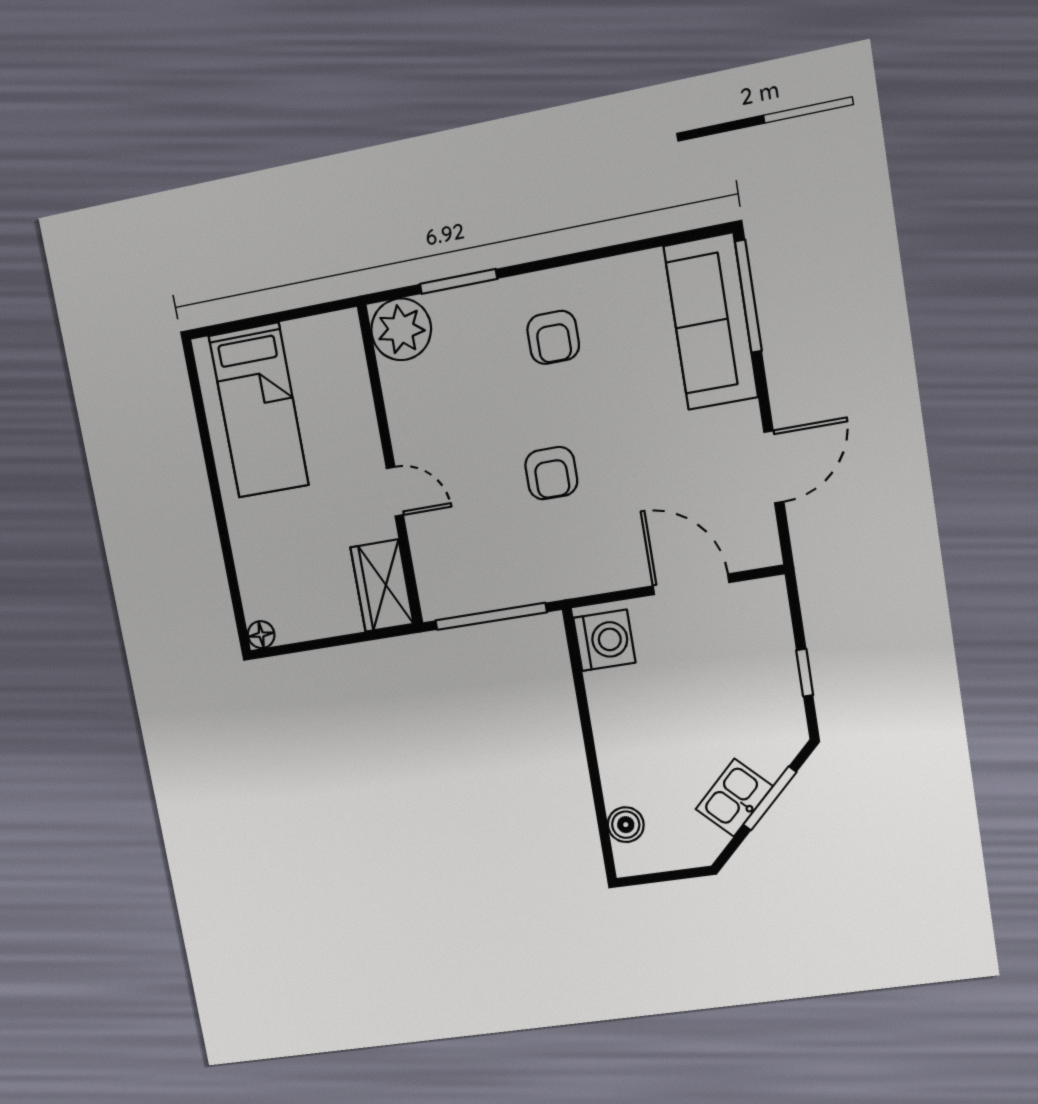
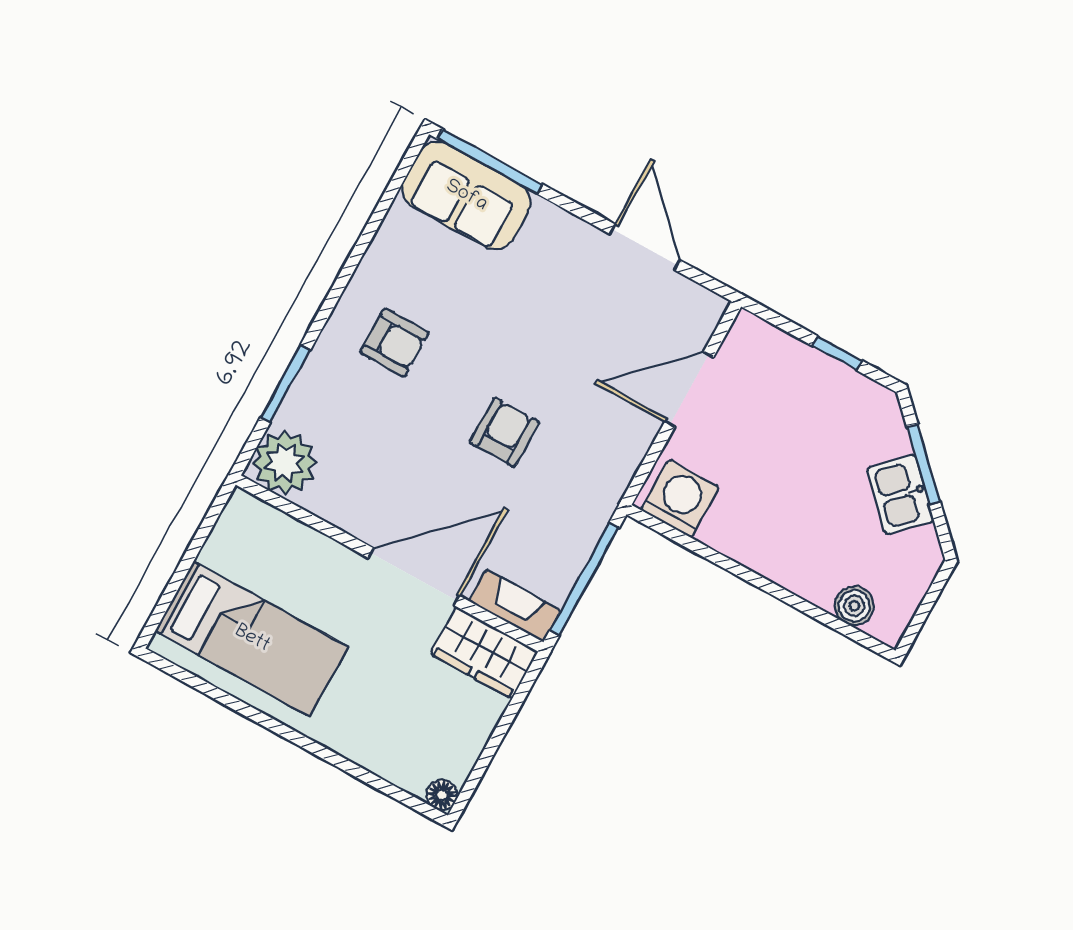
sofa: (711, 322) -> (466, 196), width x0.73
armchair: (551, 473) -> (504, 432), turned -90
door: (395, 492) -> (414, 577), width x1.88
fireplace: (433, 581) -> (515, 606), added

